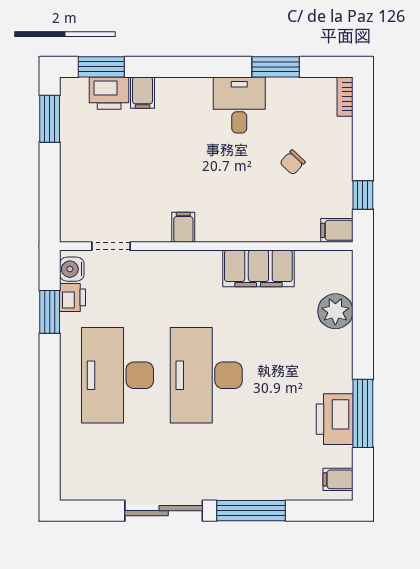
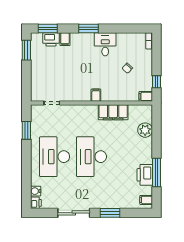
window: (276, 67) -> (88, 29), moved
filing cabinet: (183, 227) -> (96, 95), moved
water cooler: (72, 269) -> (36, 191), moved
printer: (73, 297) -> (36, 203), moved
window: (251, 511) -> (110, 213), width x0.69

